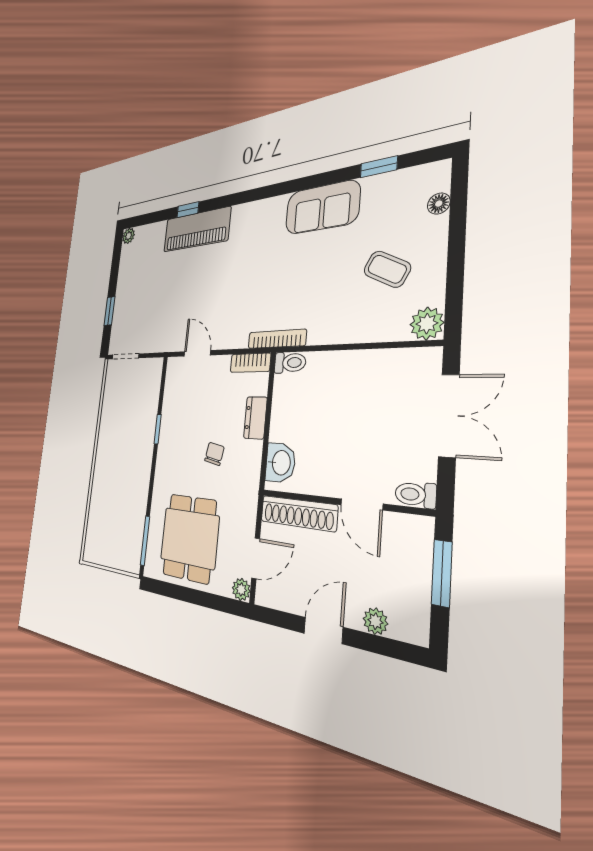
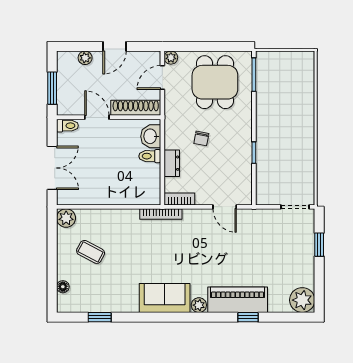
sofa: (322, 207) -> (165, 298), moved
plant: (241, 214) -> (199, 305), added
plant: (129, 236) -> (302, 300), width x1.87, depth x1.87
toilet: (290, 363) -> (150, 156), moved
double door: (449, 416) -> (52, 168), swing flipped

